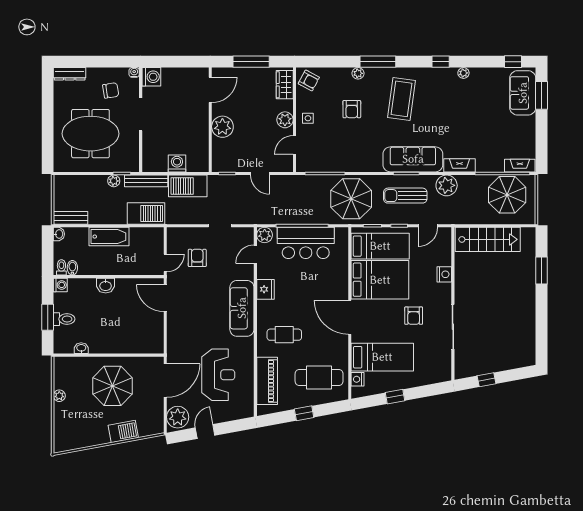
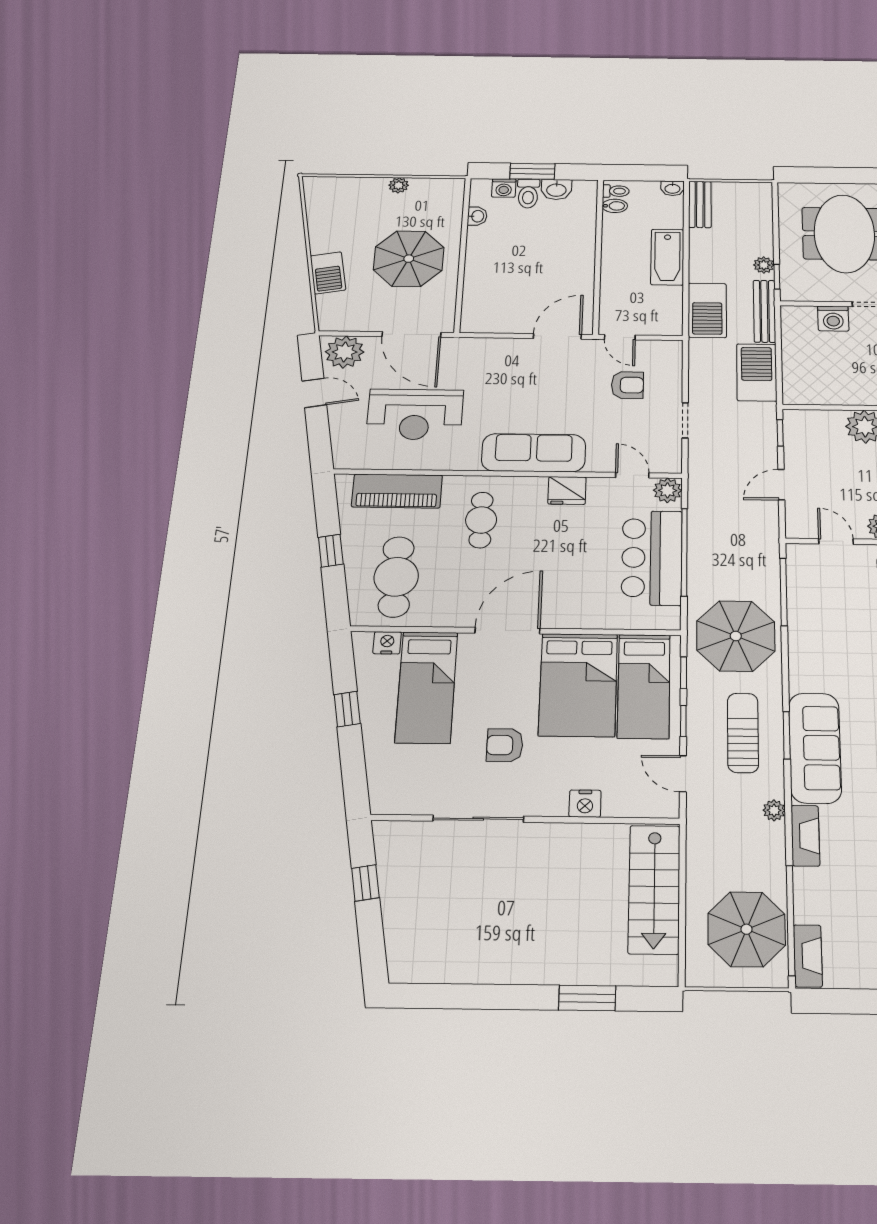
washing machine: (177, 163) -> (833, 319), moved, turned 90
plant: (447, 185) -> (774, 810), width x0.53, depth x0.53
washing machine: (60, 285) -> (504, 188), moved
washbasin: (106, 286) -> (556, 190), moved, turned -90

